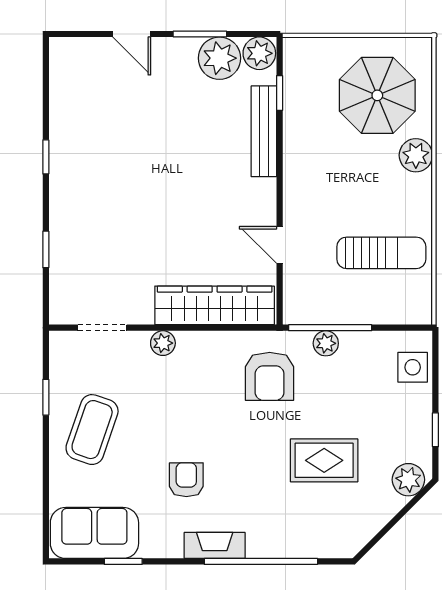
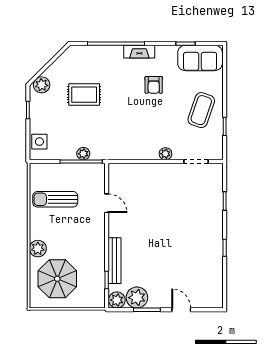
wardrobe: (215, 305) -> (139, 173), removed
armchair: (270, 376) -> (112, 137), removed

